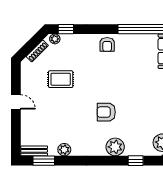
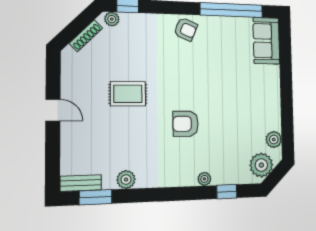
armchair: (107, 44) -> (186, 29), turned -67
rug: (61, 79) -> (128, 94), moved
plant: (115, 147) -> (204, 179), width x0.53, depth x0.53

